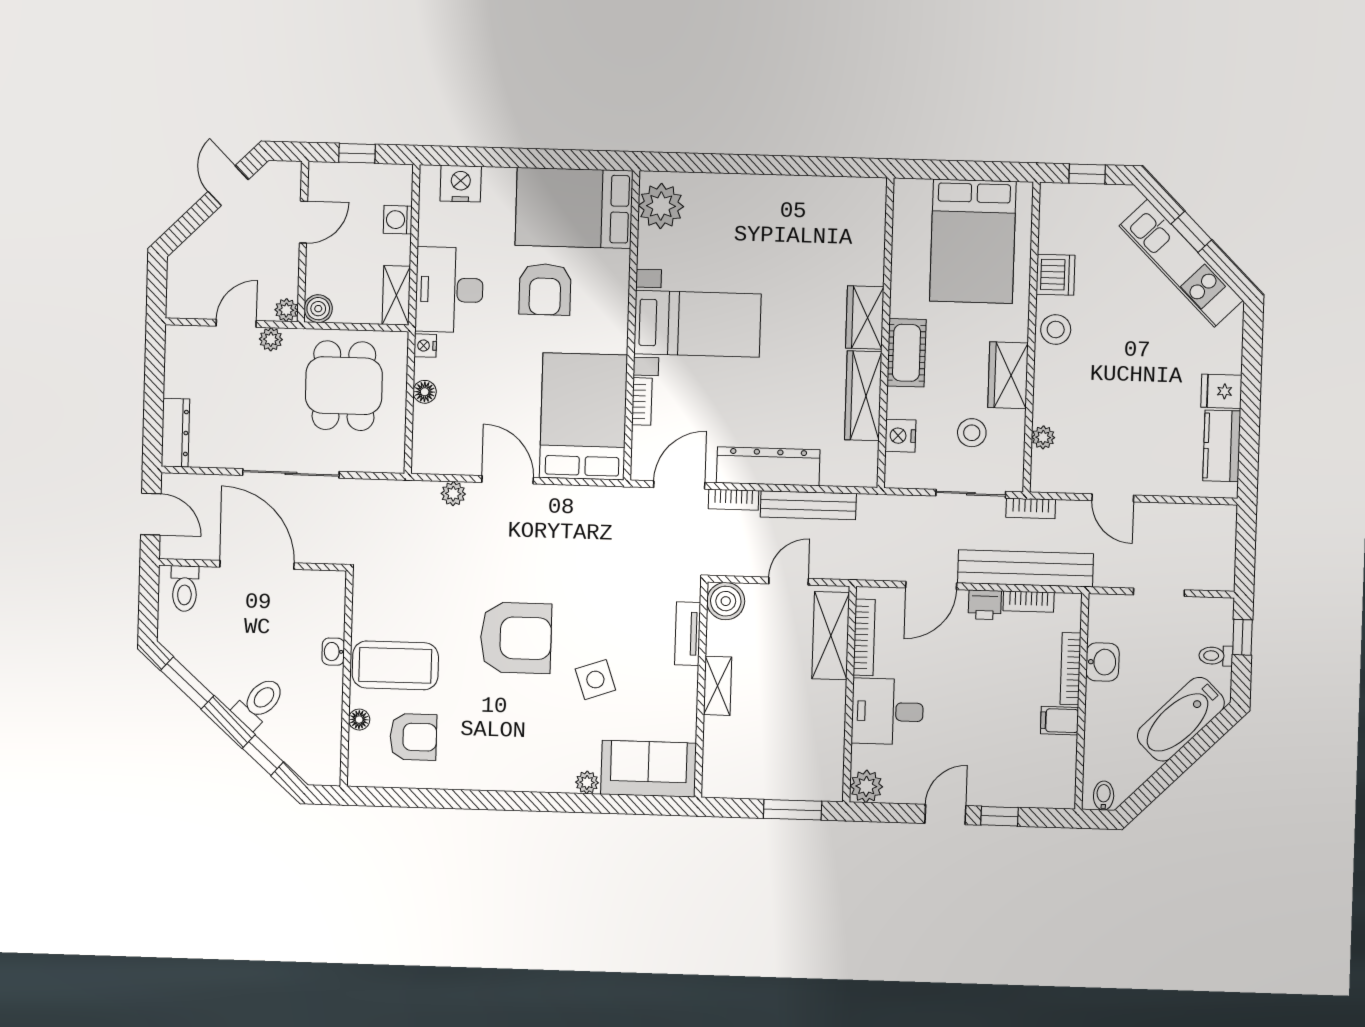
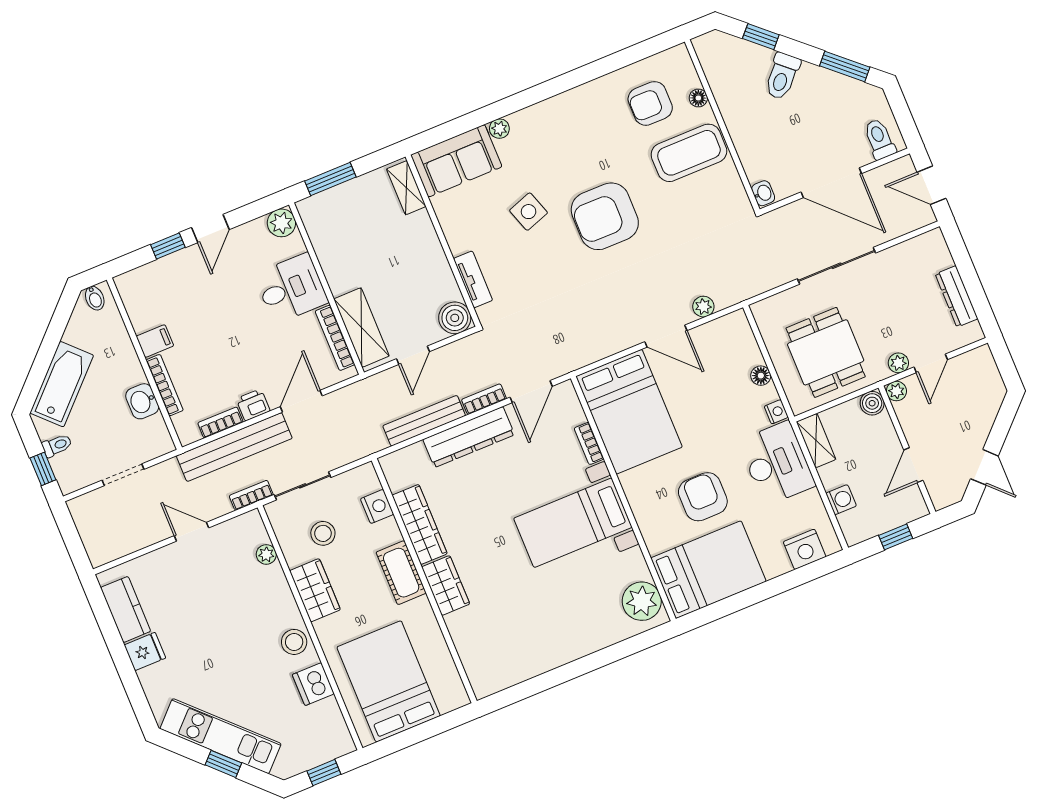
dresser: (175, 433) -> (956, 296), moved
washbasin: (333, 652) -> (763, 193), moved
shelving: (718, 686) -> (406, 188), moved

